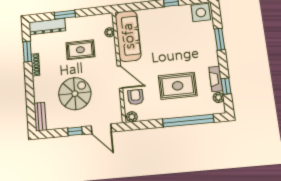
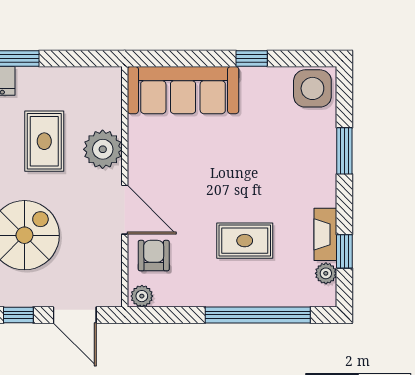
plant: (110, 32) -> (103, 149), moved, width x1.87, depth x1.87
sofa: (128, 36) -> (183, 90), moved, turned 90
rug: (80, 50) -> (44, 141), turned 90
rug: (178, 86) -> (245, 241), width x0.73, depth x0.70

